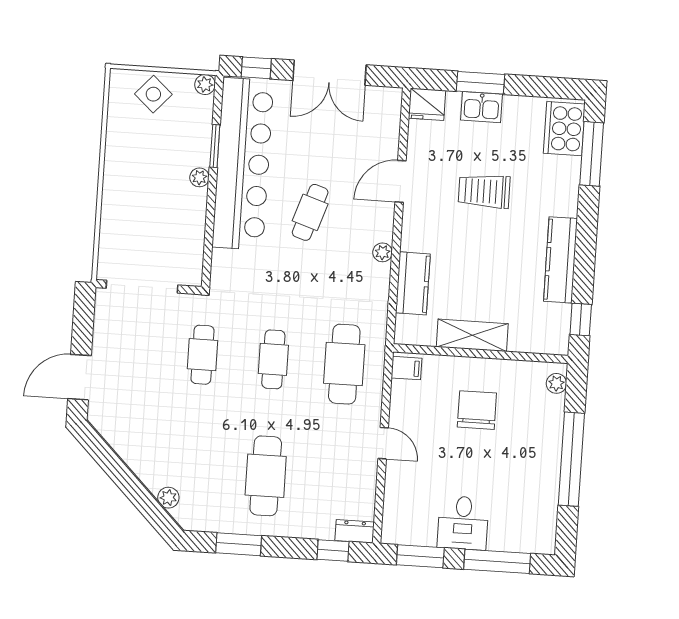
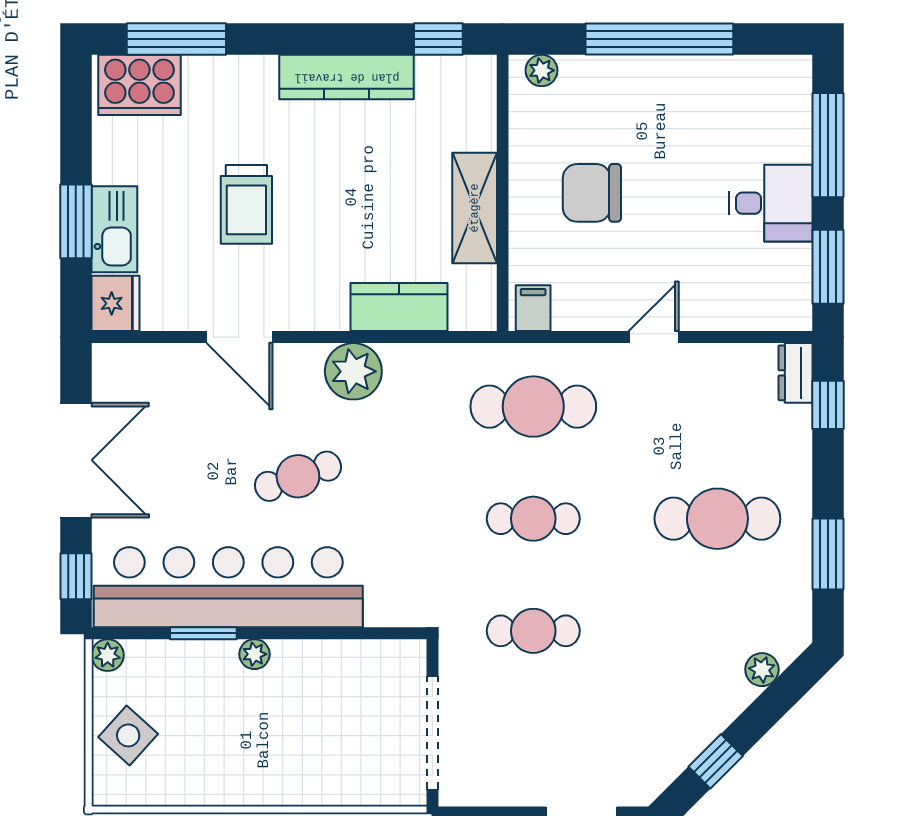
kitchen sink: (481, 107) -> (114, 229), width x1.38
cafe table: (310, 212) -> (298, 476), turned -37
plant: (383, 252) -> (353, 371), width x1.87, depth x1.87
window: (112, 464) -> (716, 761), added

